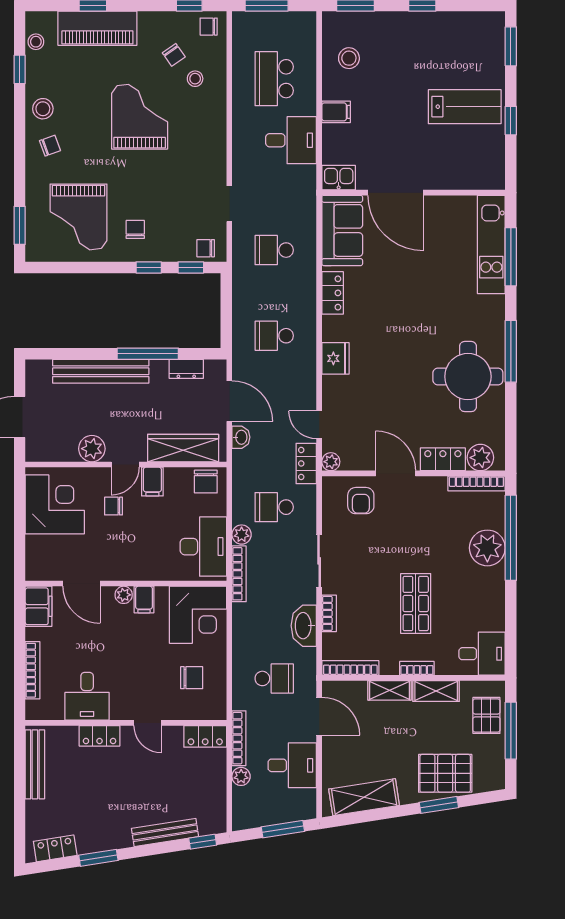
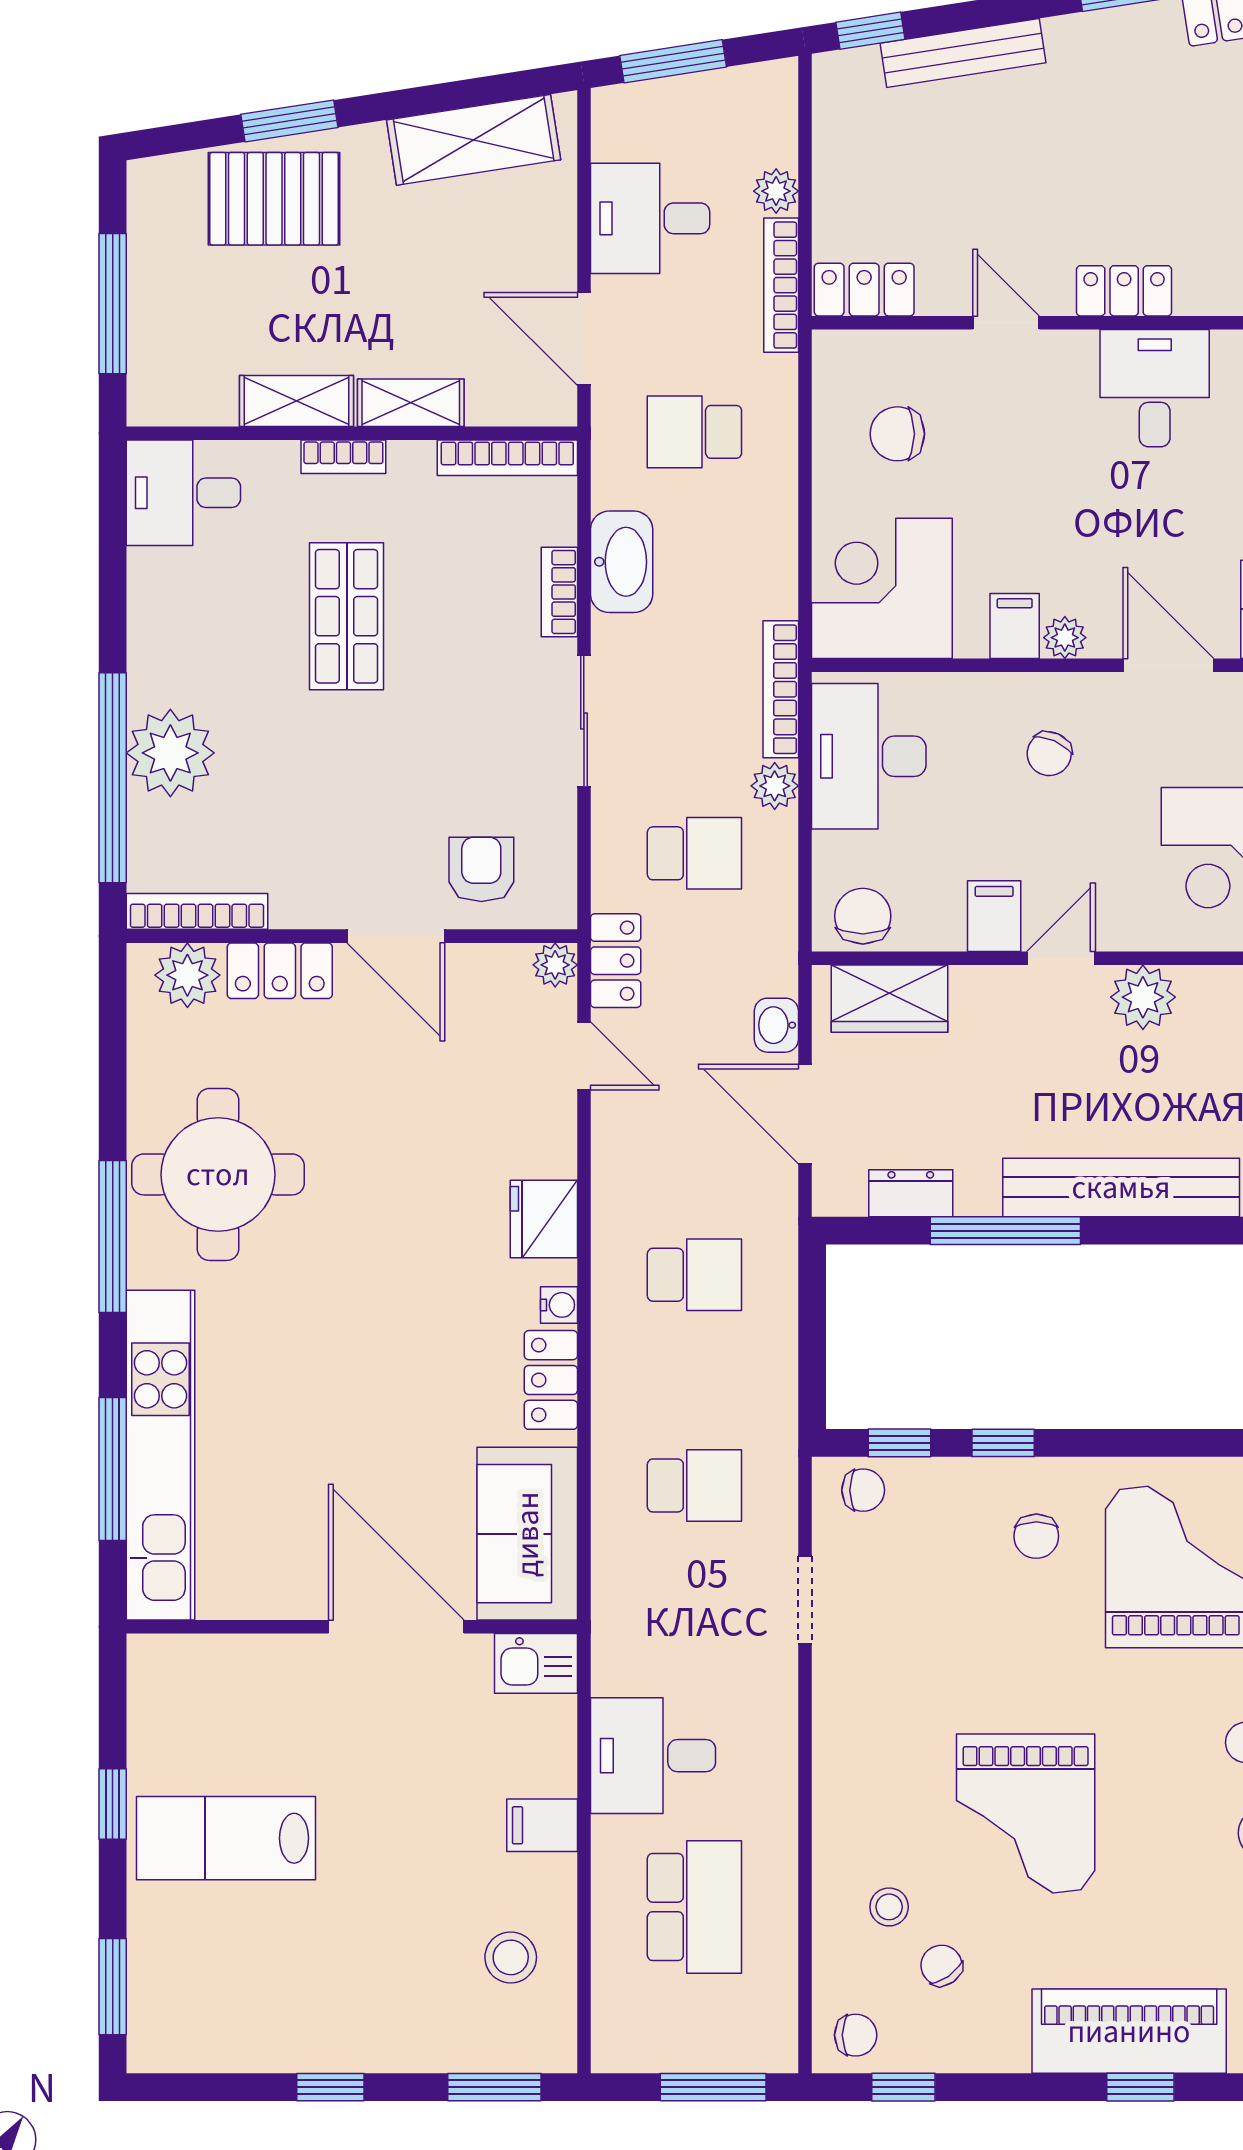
kitchen unit: (491, 244) -> (160, 1455), width x1.36
water cooler: (329, 323) -> (559, 1305), added
wardrobe: (183, 448) -> (890, 999), width x0.67
chair: (114, 506) -> (1049, 754), moved, turned 114
pallet: (486, 715) -> (172, 341), removed

